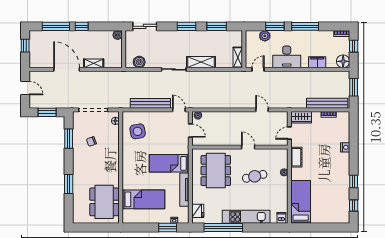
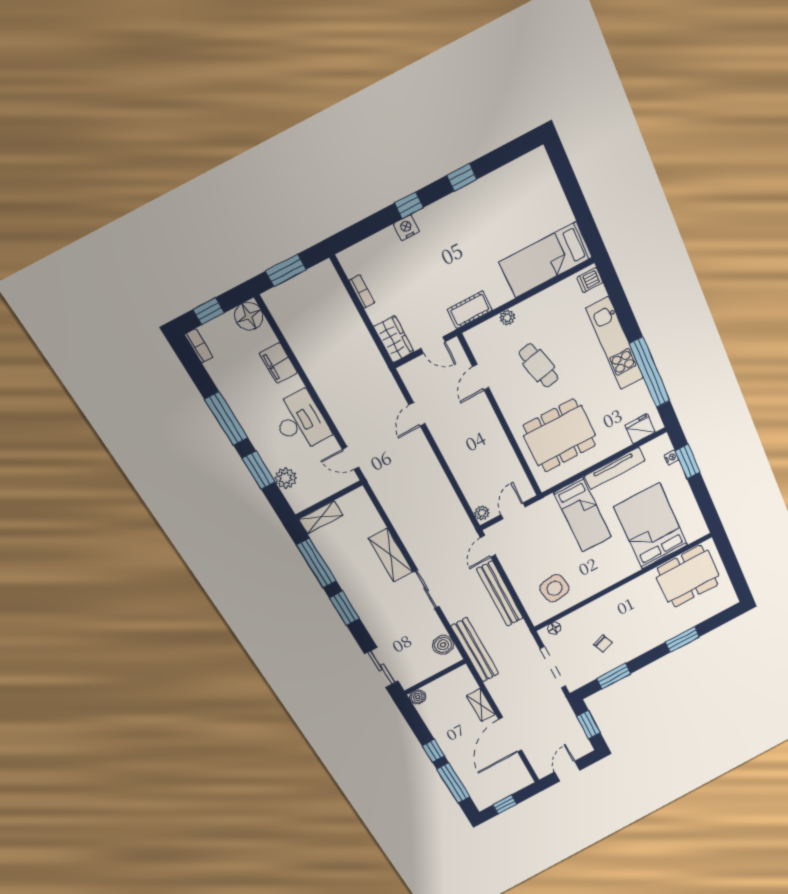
window: (217, 26) -> (316, 563), width x1.44
shelving: (238, 57) -> (321, 517), moved
bench: (327, 103) -> (475, 650), moved
door: (248, 147) -> (481, 377), moved
bed: (143, 199) -> (651, 526), width x1.50
window: (354, 206) -> (409, 205), moved

